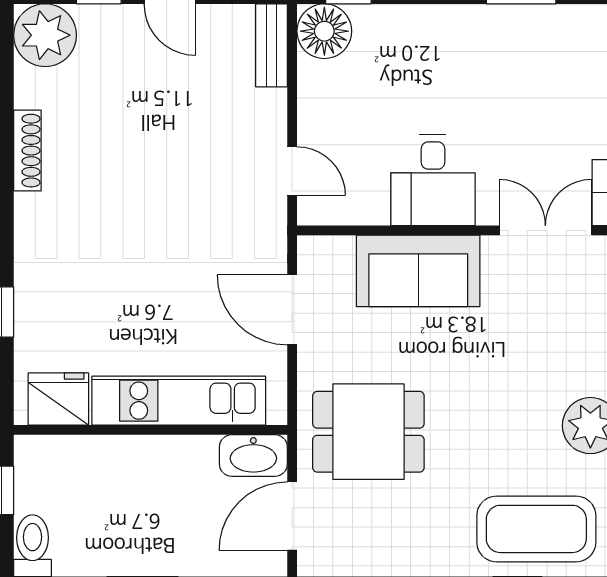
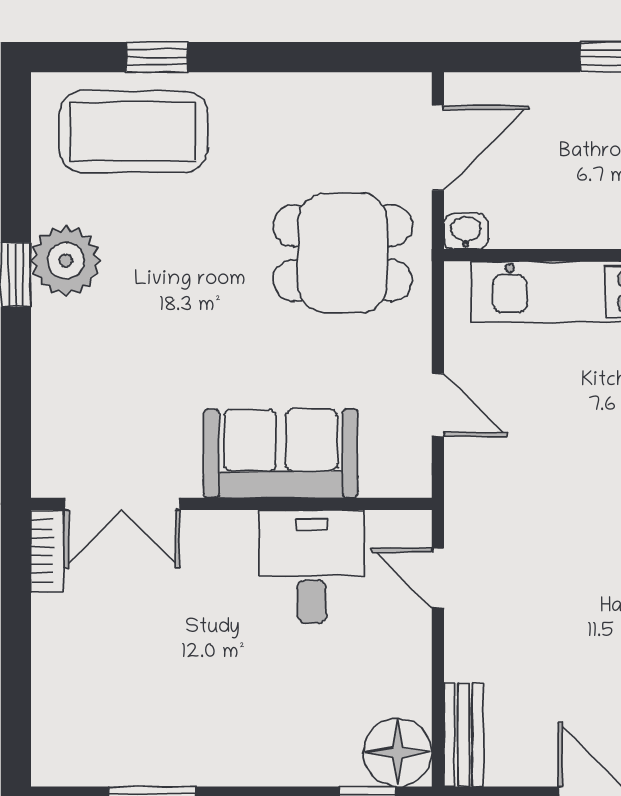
desk: (433, 180) -> (312, 567), moved
door: (292, 310) -> (438, 405), width x0.73
washbasin: (253, 455) -> (466, 231), width x0.52, depth x0.69

